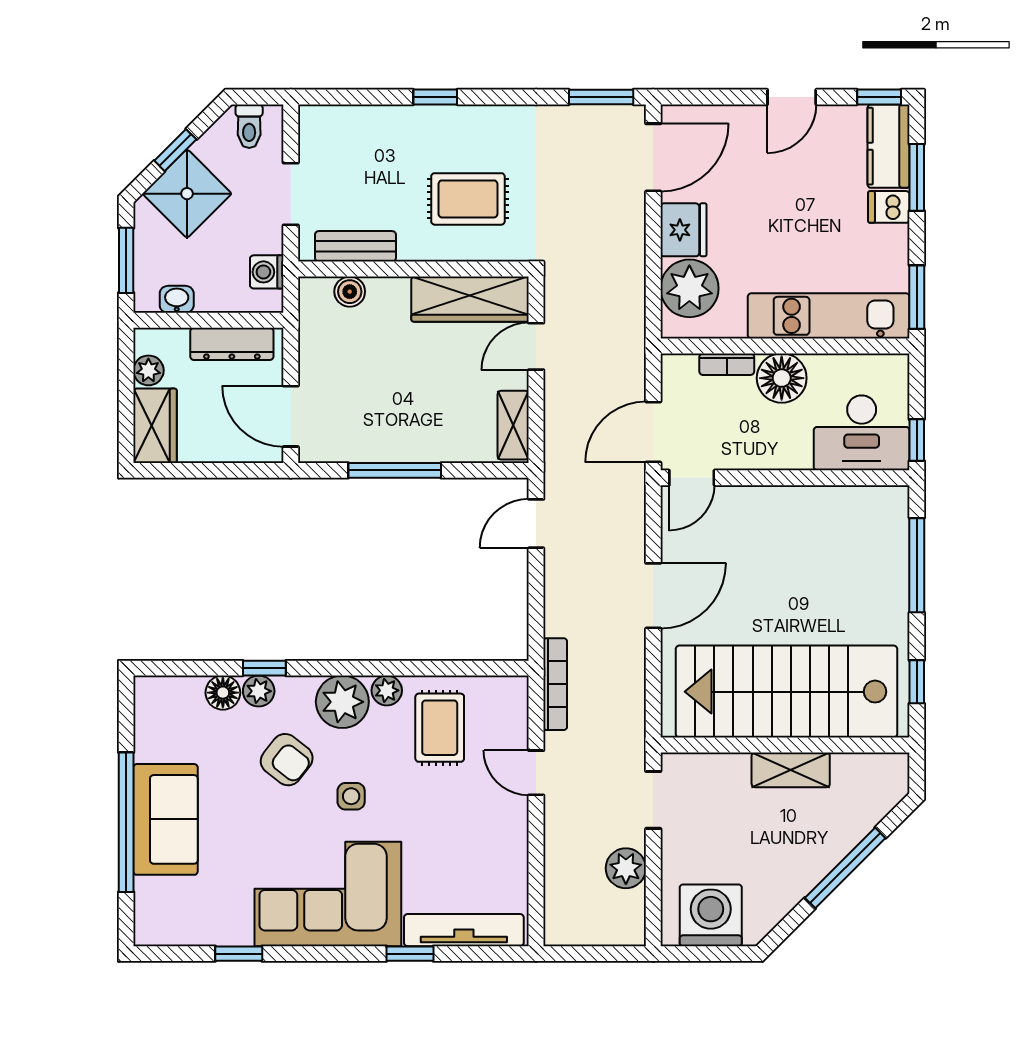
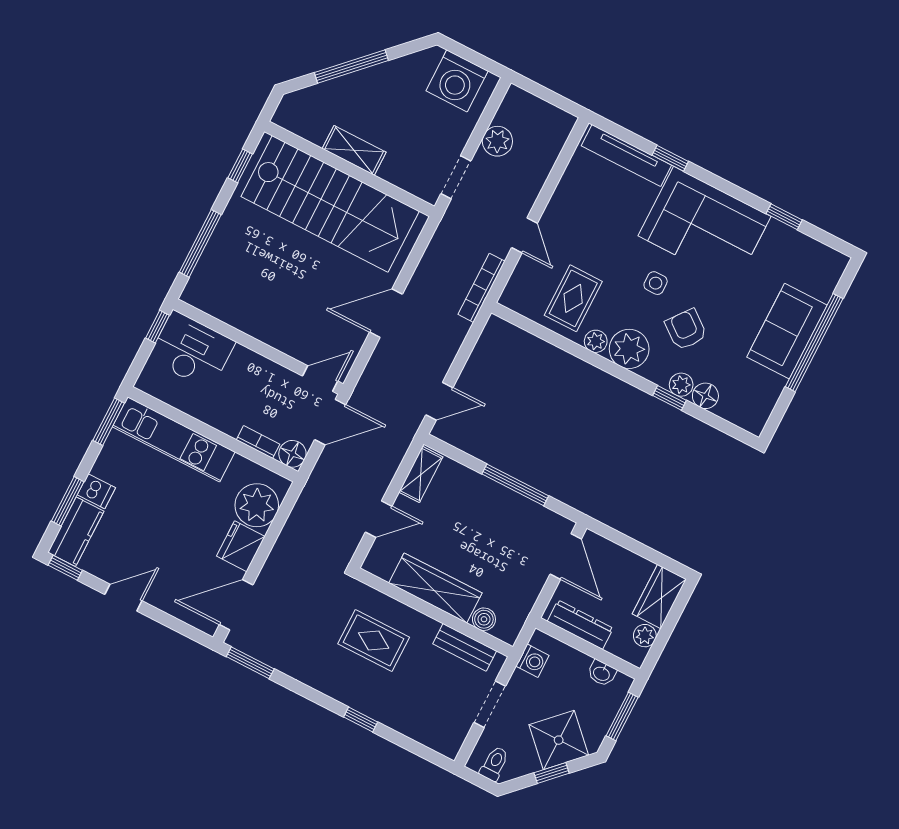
wardrobe: (470, 299) -> (435, 588), moved
floor lamp: (782, 378) -> (292, 454), moved, width x0.73, depth x0.73

